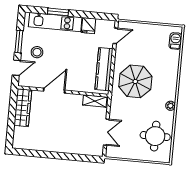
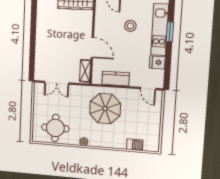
barbecue: (175, 41) -> (135, 145), moved
stool: (37, 52) -> (130, 26), moved
kitchen counter: (104, 69) -> (116, 79), width x0.67
door: (54, 91) -> (92, 48), moved

